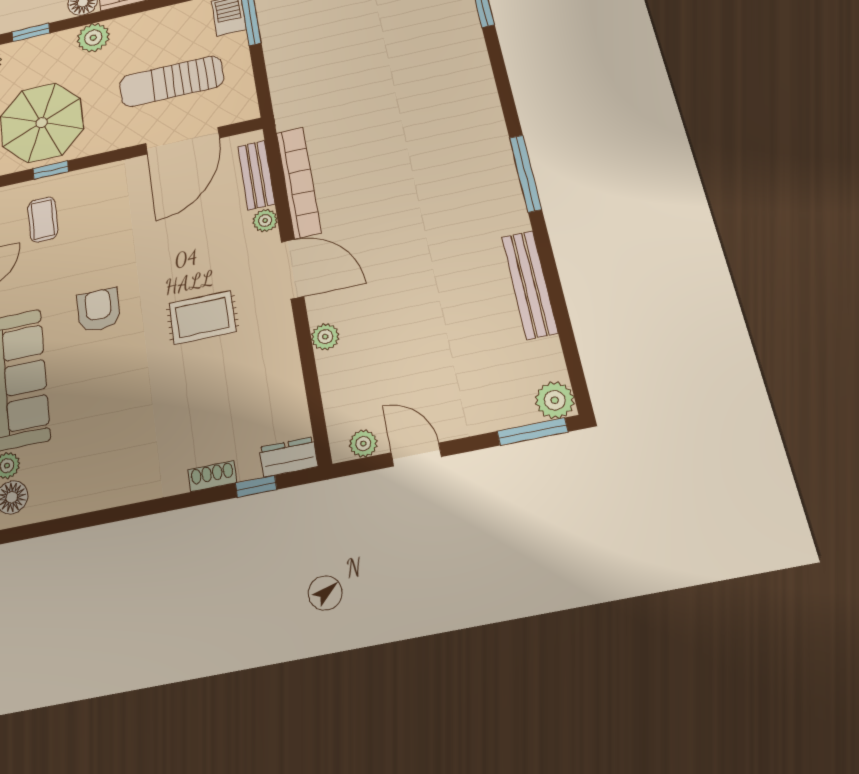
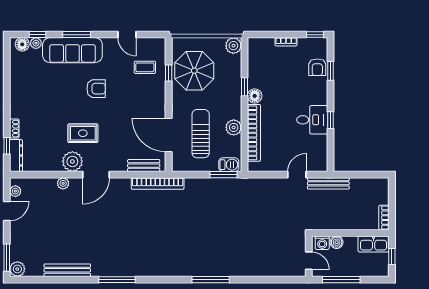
window: (31, 32) -> (245, 87), moved
plant: (93, 38) -> (234, 127), moved
bookcase: (299, 182) -> (158, 183), moved
plant: (265, 221) -> (72, 161), moved, width x1.87, depth x1.87
rug: (202, 317) -> (83, 133), turned 90
dresser: (288, 457) -> (16, 156), width x1.44

